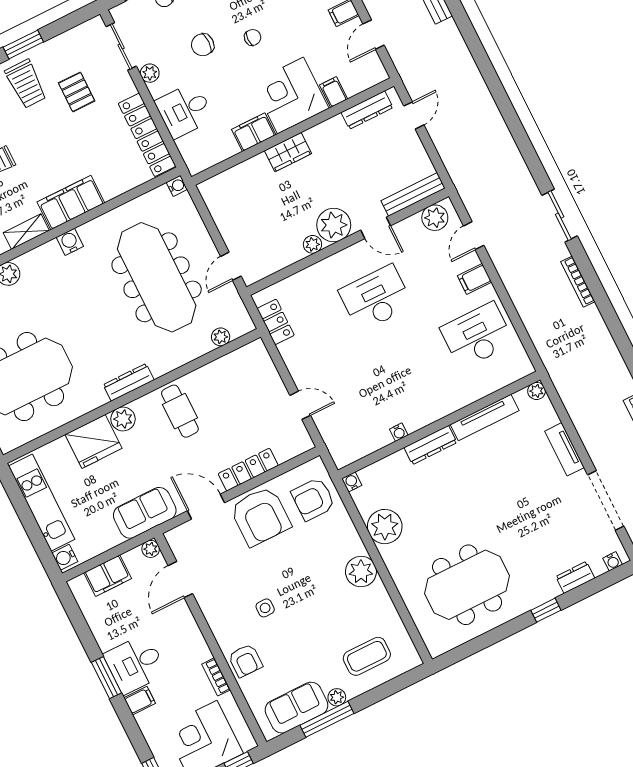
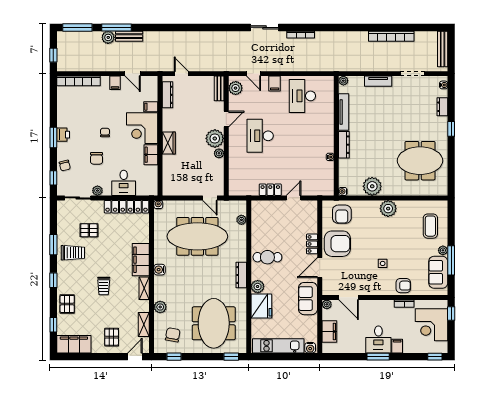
bench: (413, 194) -> (219, 88), width x0.73
locker: (276, 322) -> (270, 190), moved
locker: (248, 470) -> (312, 244), width x0.66
doorway: (606, 500) -> (413, 74), width x0.73
meeting table: (467, 585) -> (420, 161), turned 90

